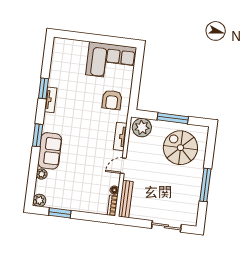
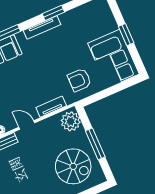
window: (97, 39) -> (126, 35), added
tv unit: (51, 100) -> (42, 28), width x1.41
spiral stairs: (180, 148) -> (73, 166), turned 90

